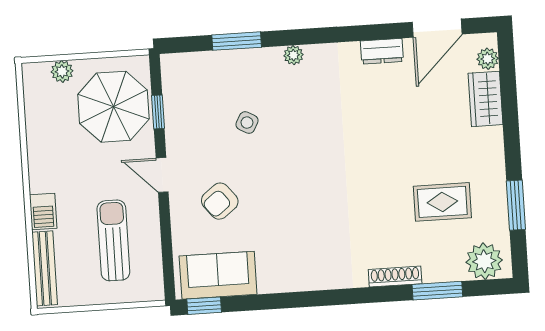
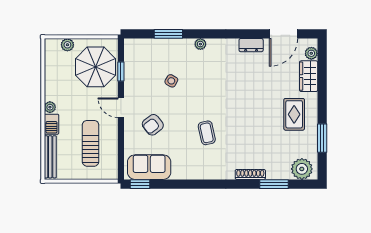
plant: (39, 182) -> (50, 107), added
rug: (442, 202) -> (294, 114), moved, turned 90
coffee table: (315, 209) -> (207, 133), added

